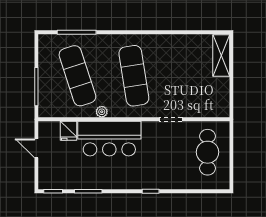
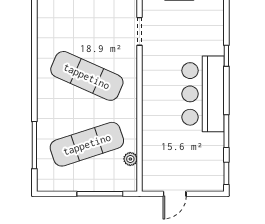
exercise mat: (134, 76) -> (87, 76), turned 33
plant: (102, 112) -> (130, 159), moved
fridge: (69, 131) -> (153, 155), removed
bar counter: (109, 139) -> (203, 94), moved, turned 180

